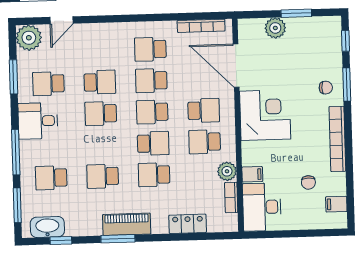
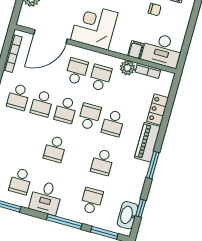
school desk: (100, 82) -> (31, 142), removed
school desk: (205, 142) -> (100, 78), turned 180
school desk: (51, 178) -> (92, 201), turned 180
piano: (127, 224) -> (147, 142), moved

